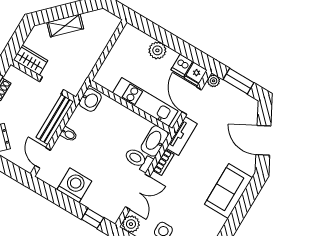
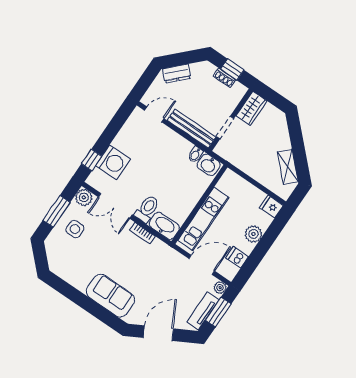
shelving: (65, 26) -> (288, 167), moved
fridge: (196, 74) -> (271, 207), moved
bidet: (69, 134) -> (195, 155), moved
tv unit: (182, 136) -> (203, 311), moved, turned 90
washing machine: (74, 185) -> (113, 162), moved

